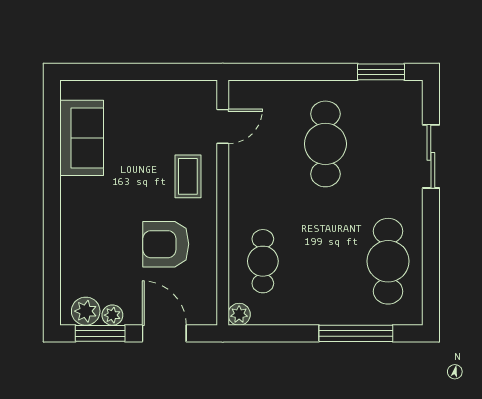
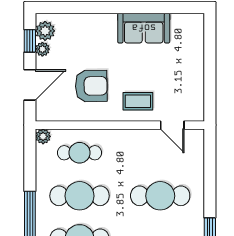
sofa: (82, 138) -> (144, 28), moved
armchair: (166, 244) -> (91, 86), turned 89
cafe table: (325, 261) -> (80, 196), added
window: (100, 333) -> (30, 41), width x0.67

